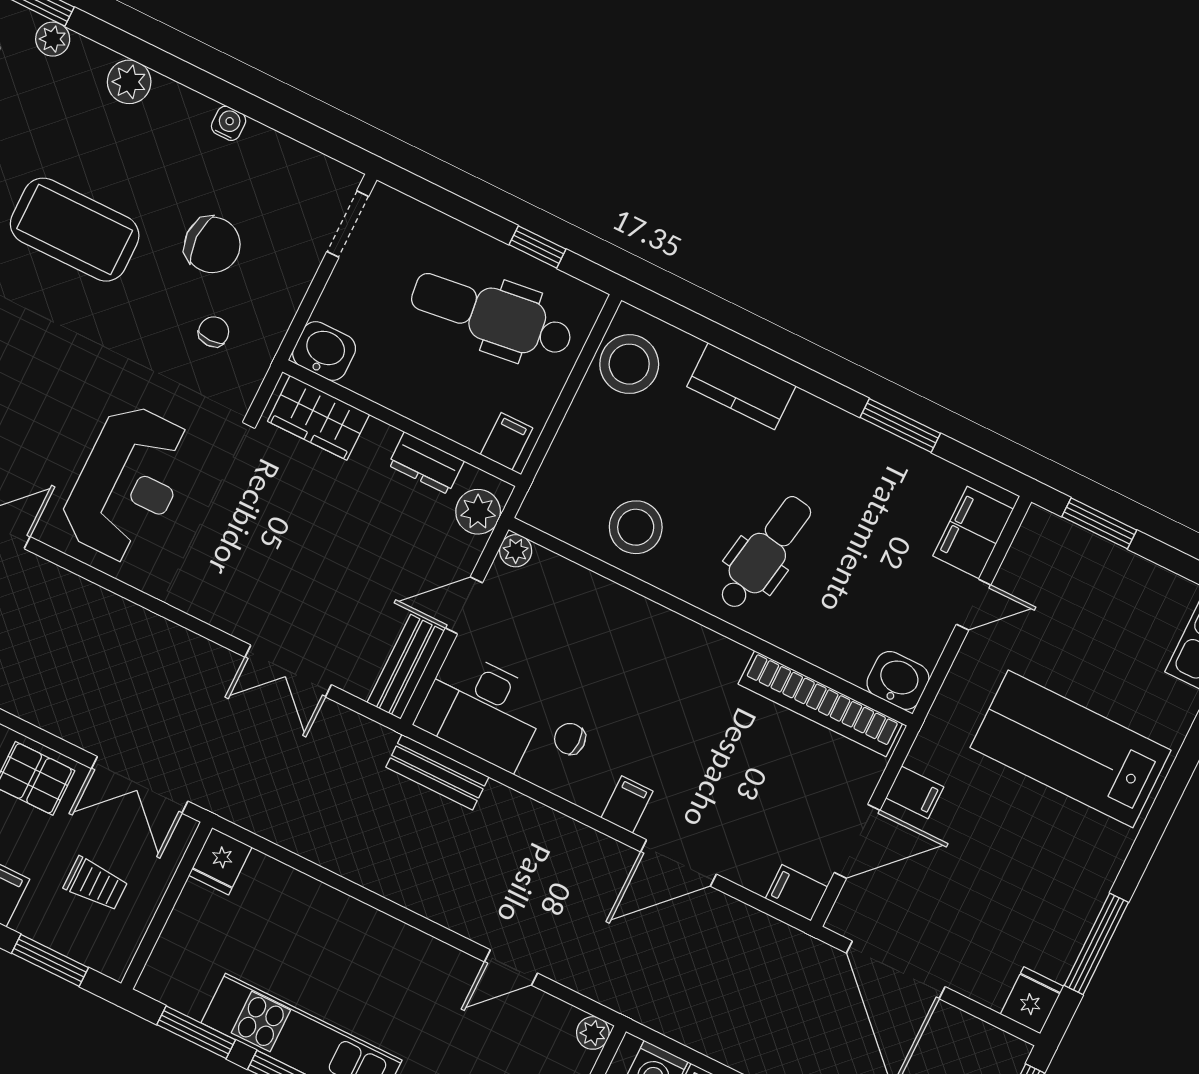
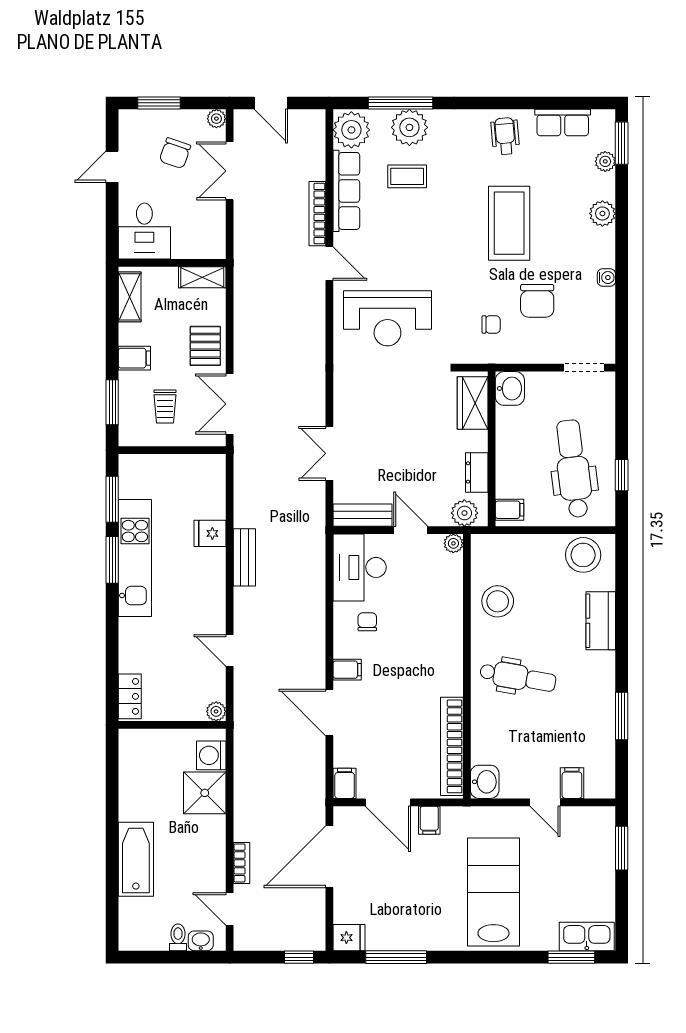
filing cabinet: (973, 533) -> (572, 783), width x0.50
bench: (437, 772) -> (244, 557), moved
fridge: (220, 861) -> (210, 533), moved

